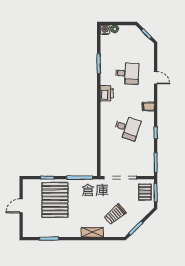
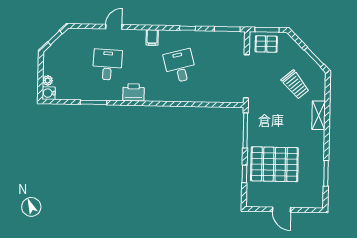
desk: (127, 128) -> (180, 66), turned -33

